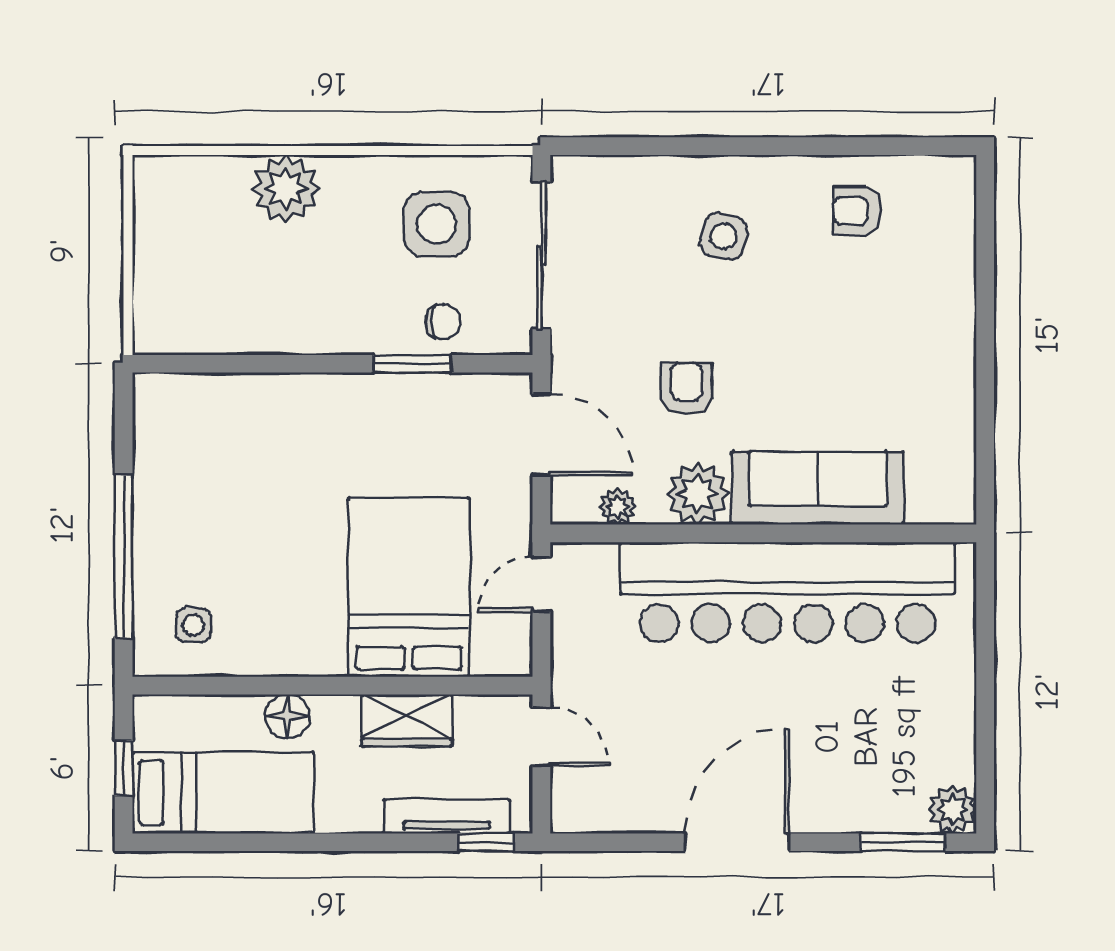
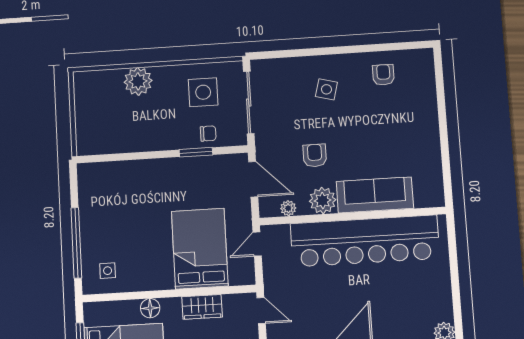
armchair: (857, 211) -> (383, 75), turned 90

